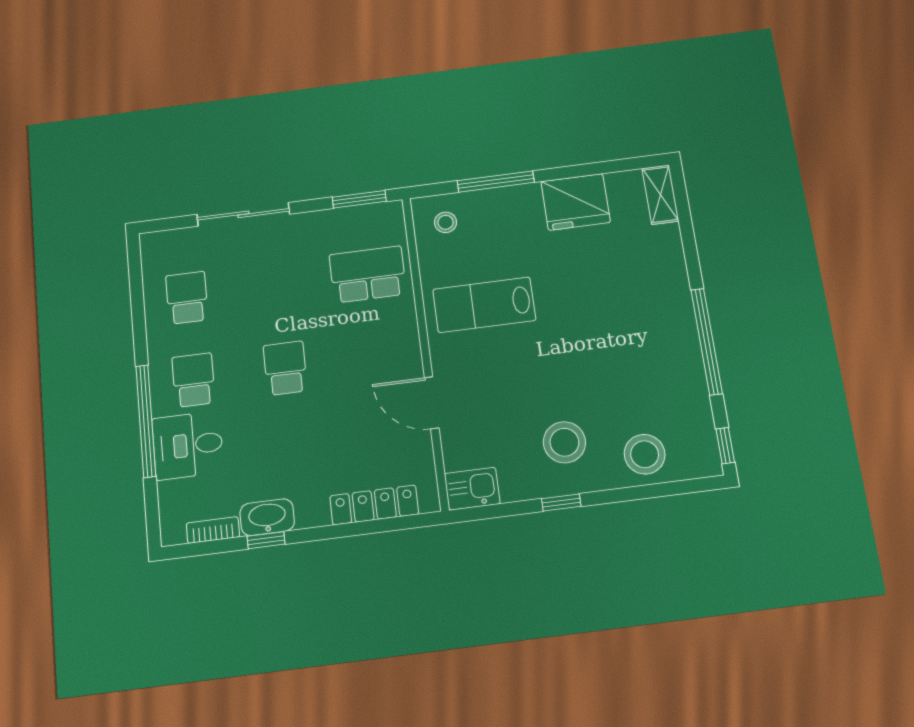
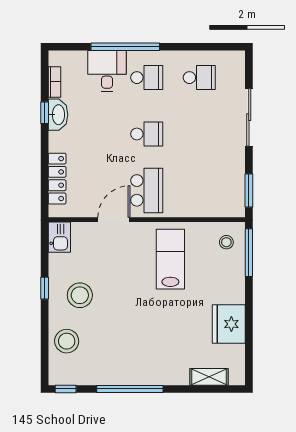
window: (496, 182) -> (249, 253), moved
shelving: (660, 195) -> (209, 377), moved
school desk: (368, 274) -> (147, 190), moved

